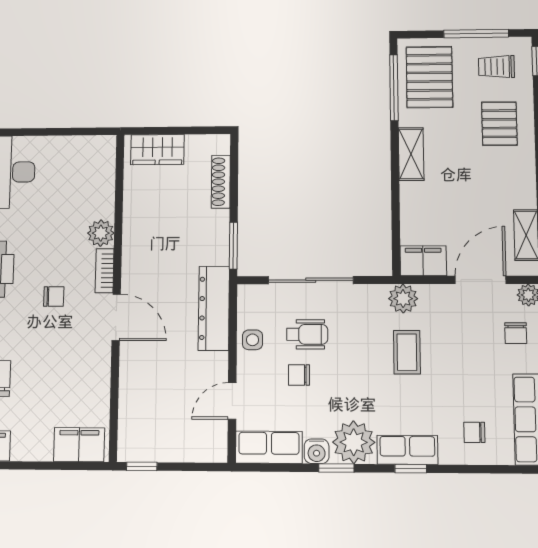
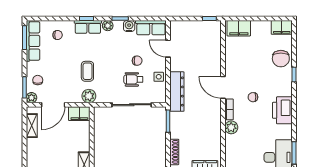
door: (232, 401) -> (168, 49), swing flipped
plant: (354, 442) -> (108, 26), width x0.53, depth x0.53

